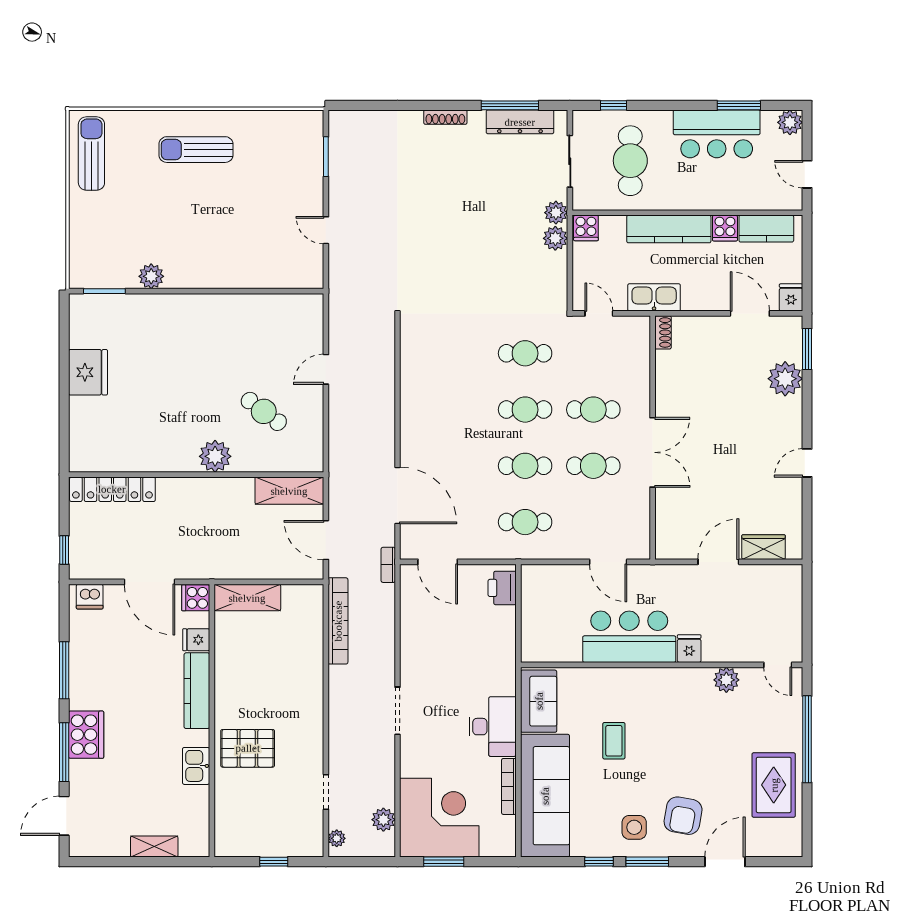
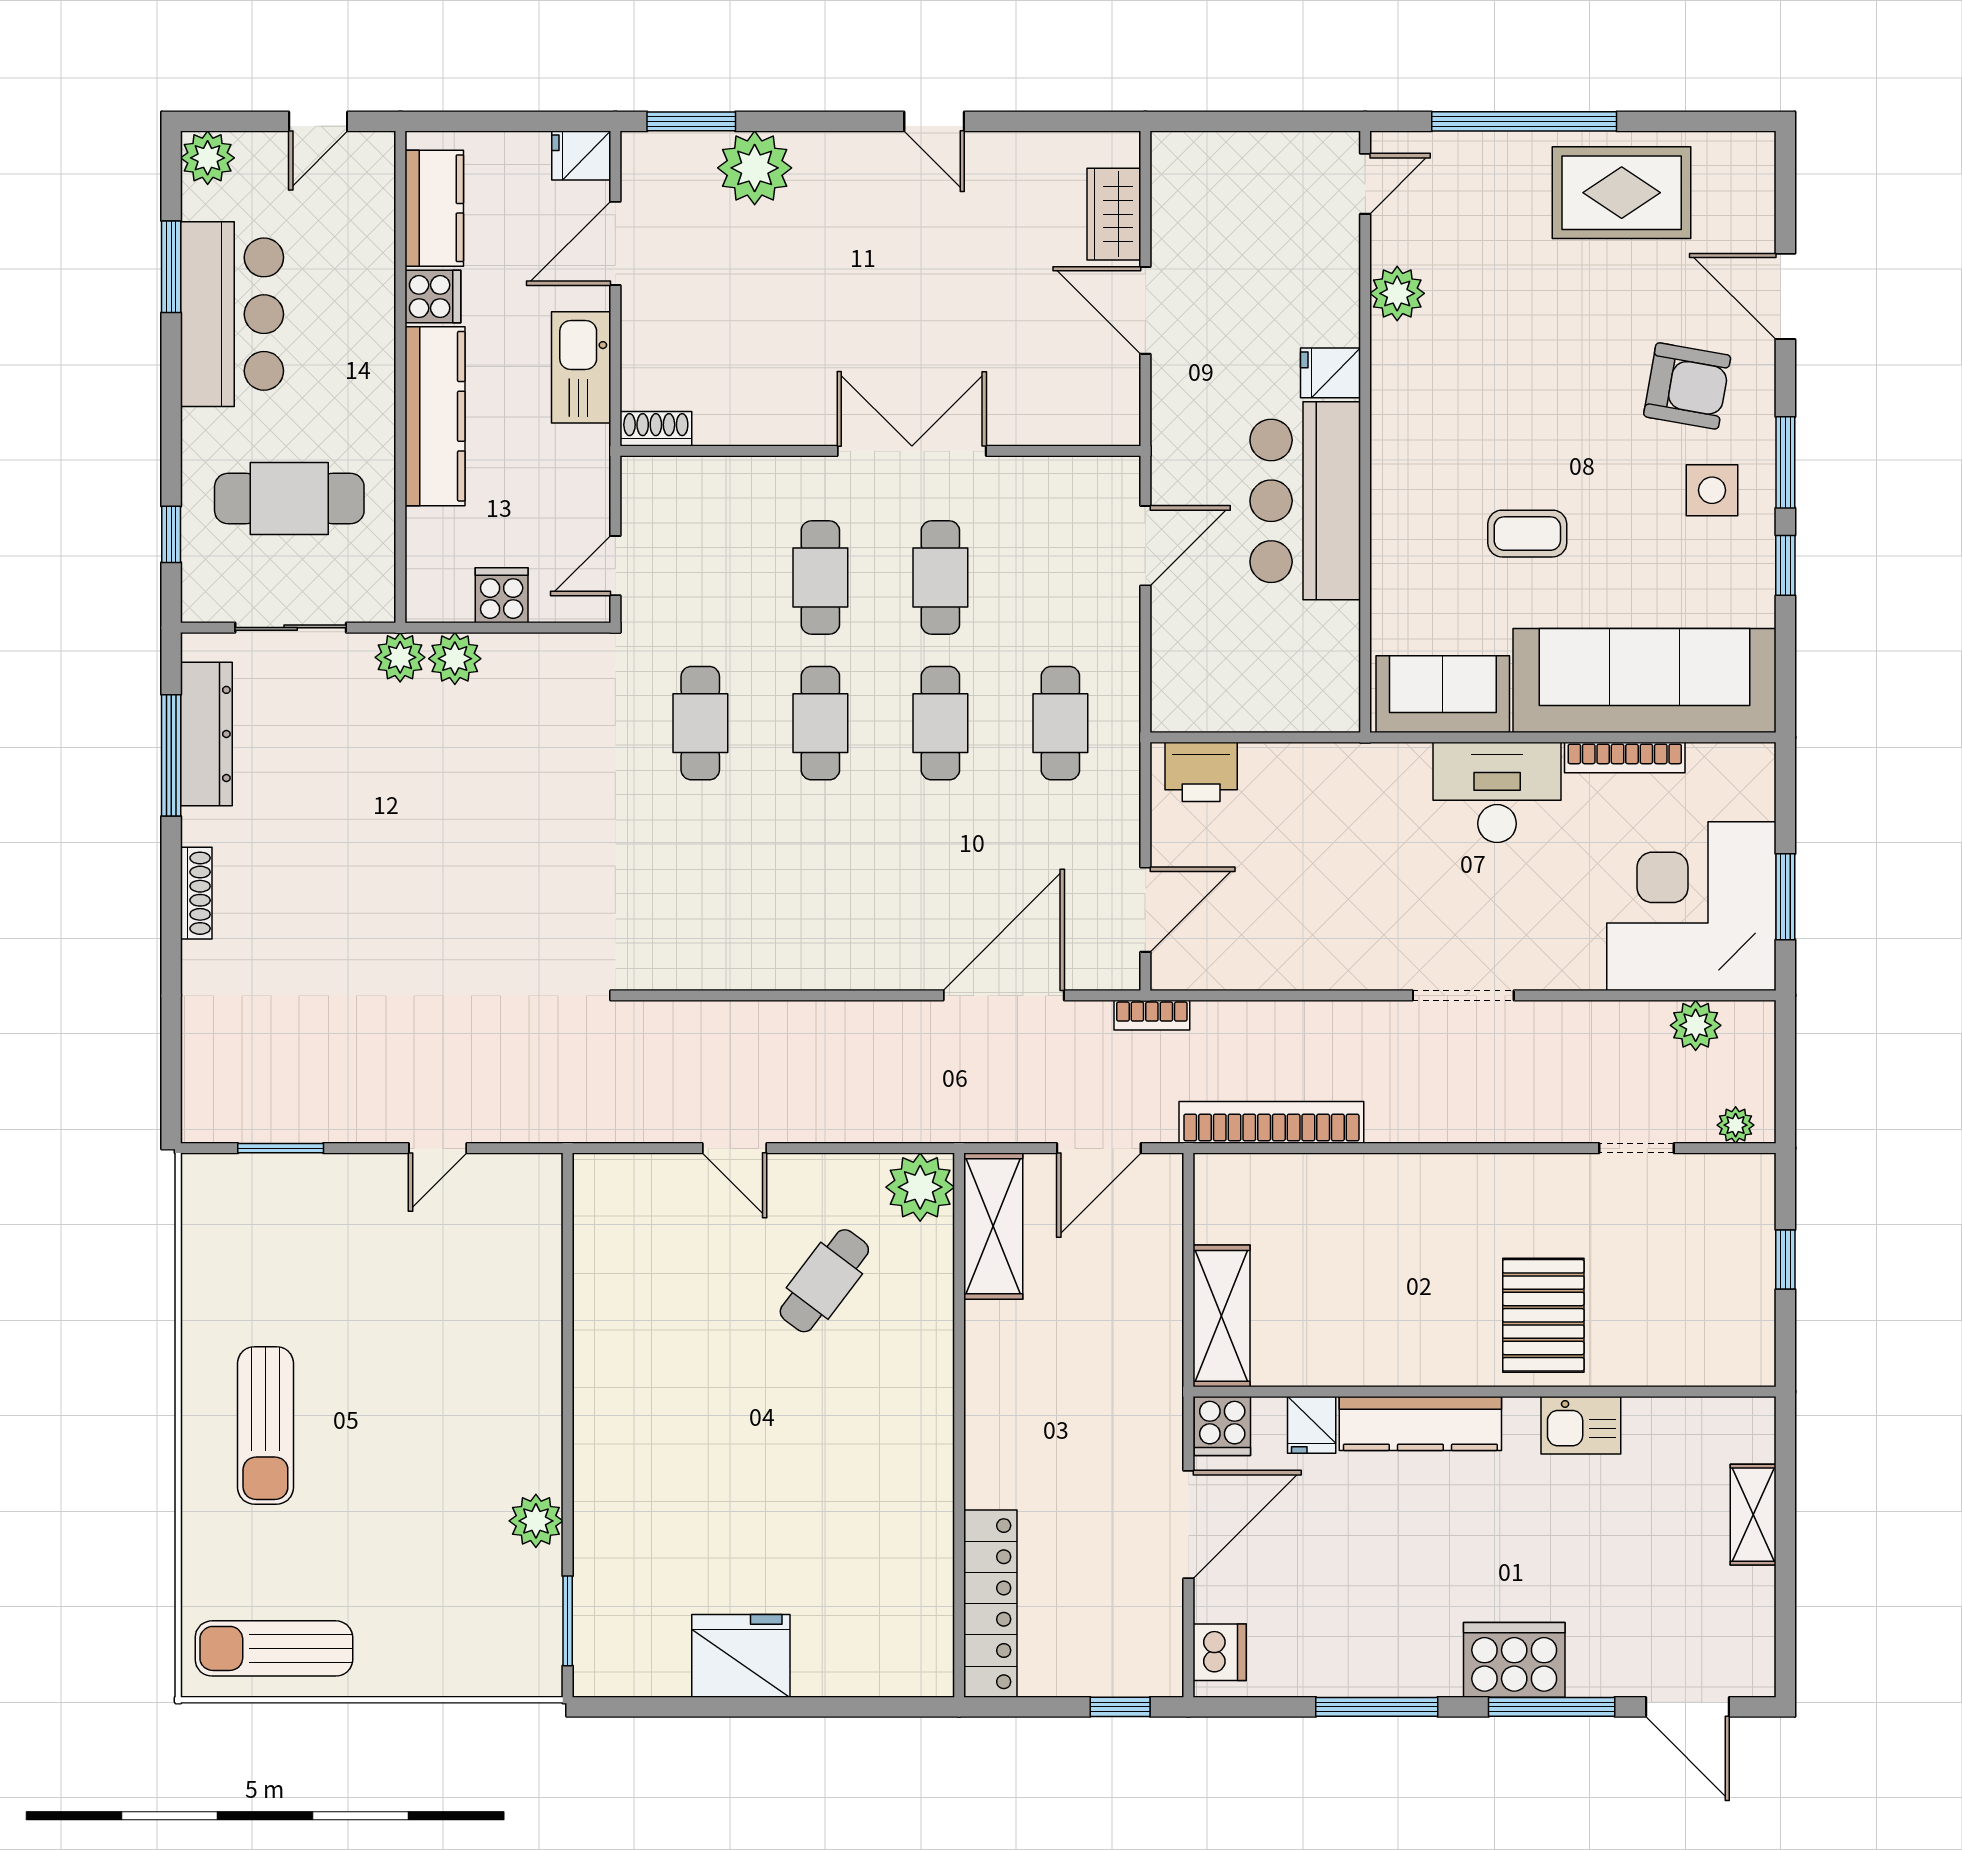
cooker: (586, 228) -> (502, 595), moved, turned -90
kitchen sink: (654, 297) -> (581, 367), moved
plant: (215, 456) -> (920, 1187), moved

